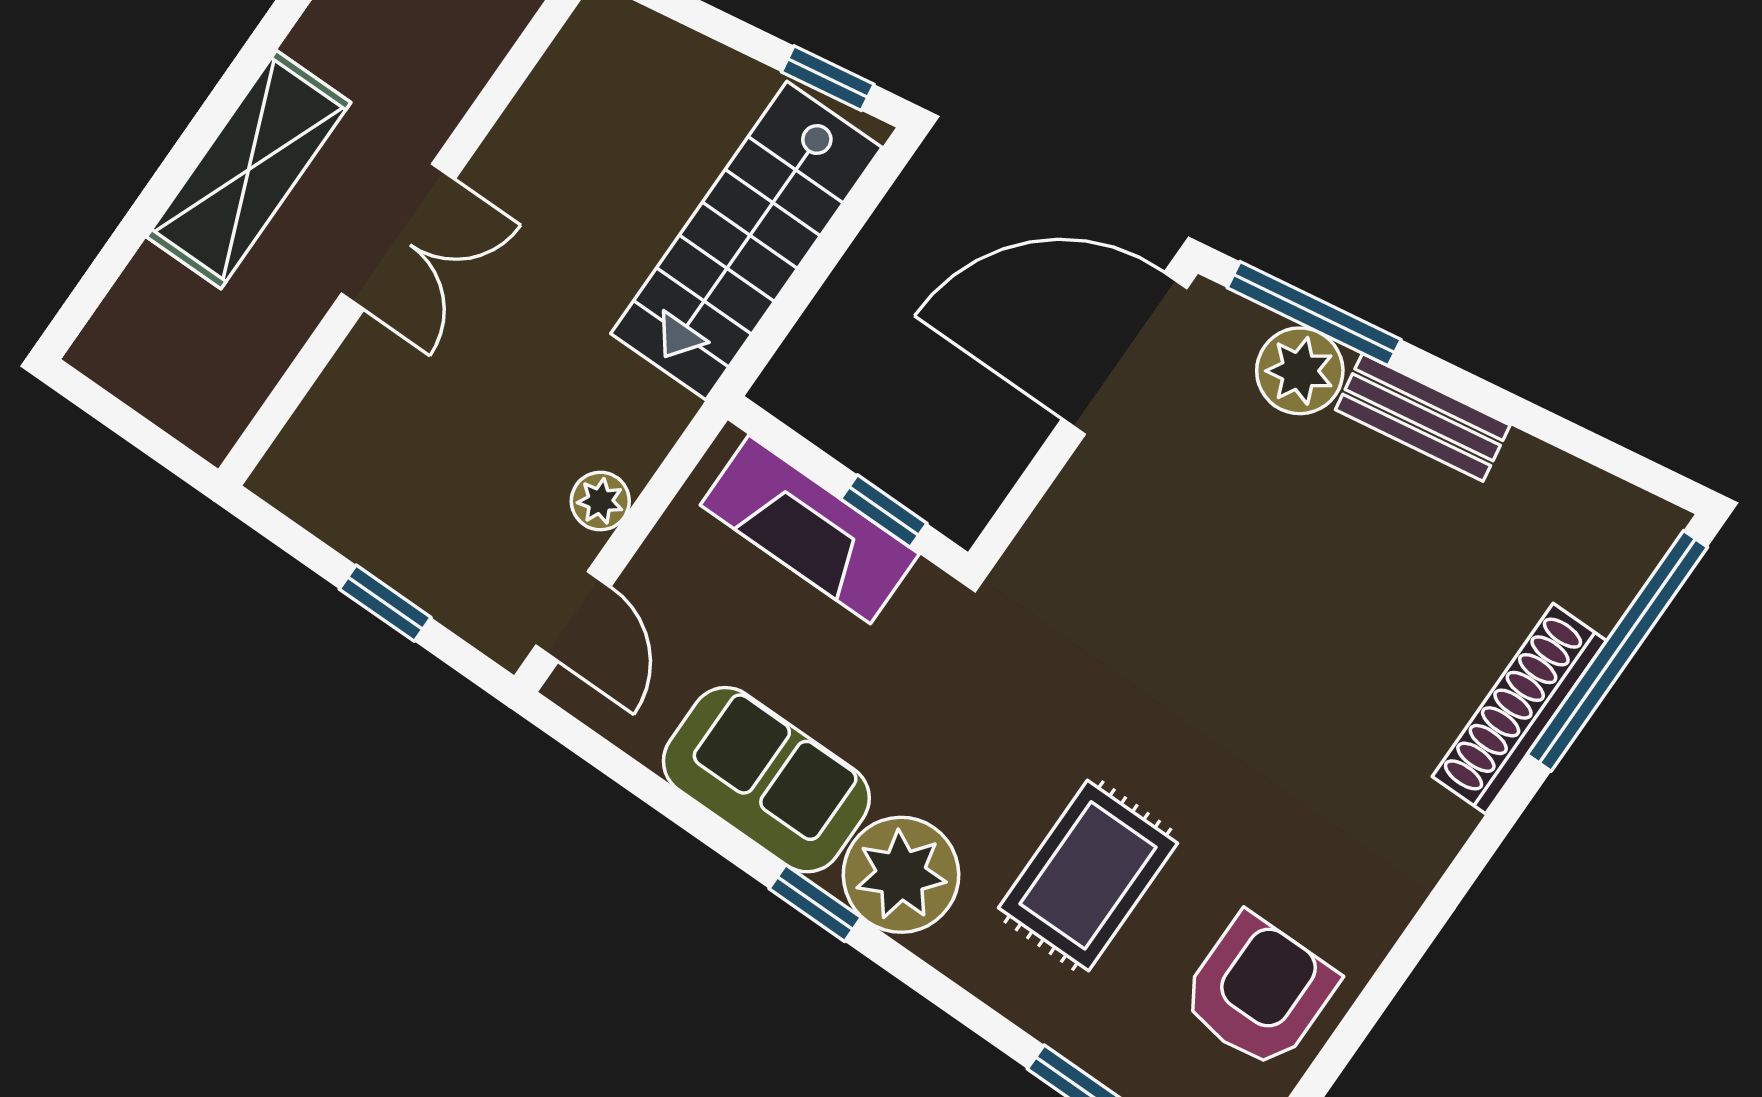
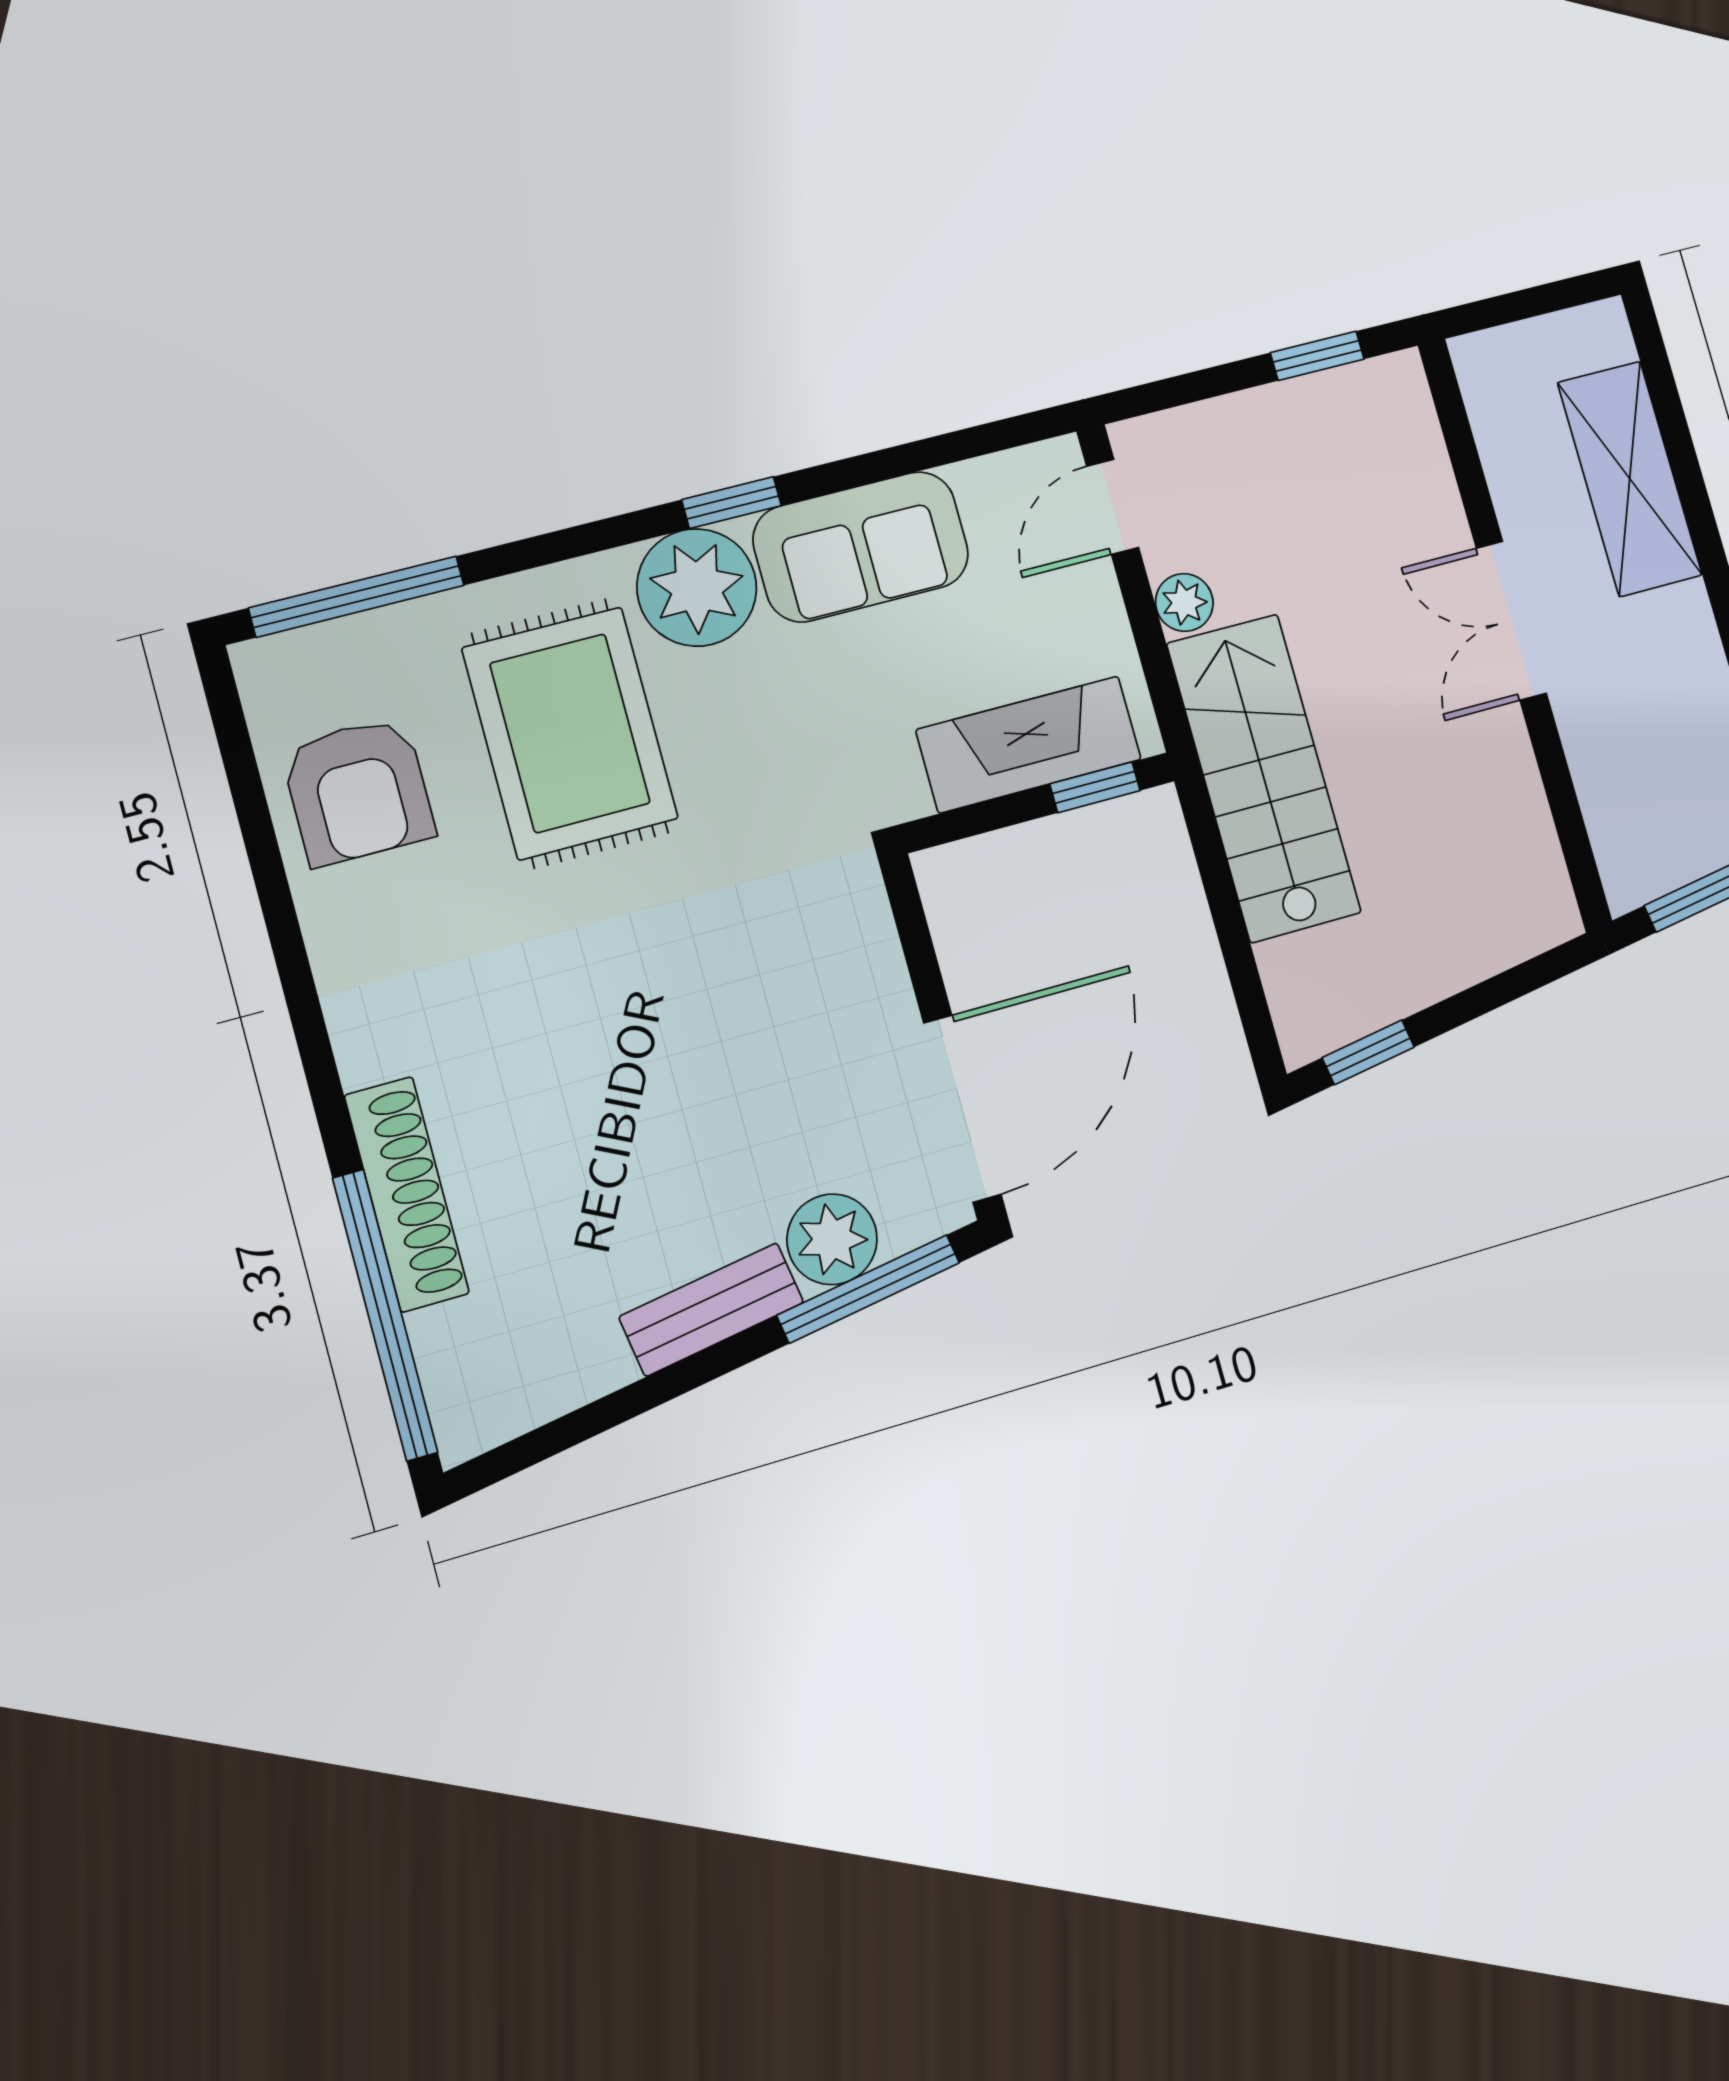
shelving: (249, 170) -> (1630, 479), moved
stairs: (746, 241) -> (1264, 778), moved
window: (884, 511) -> (1095, 787), moved
window: (385, 603) -> (1317, 356), moved
door: (573, 616) -> (1113, 507), hinge flipped
rug: (1088, 875) -> (570, 733), width x1.36, depth x1.43

